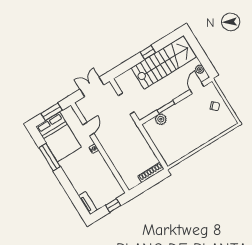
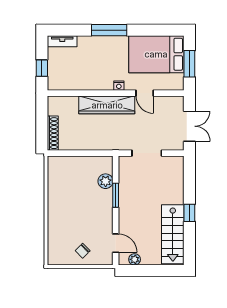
stairs: (164, 62) -> (173, 234), width x0.73, depth x0.66
wardrobe: (111, 149) -> (107, 105), added
window: (50, 157) -> (109, 30), moved

